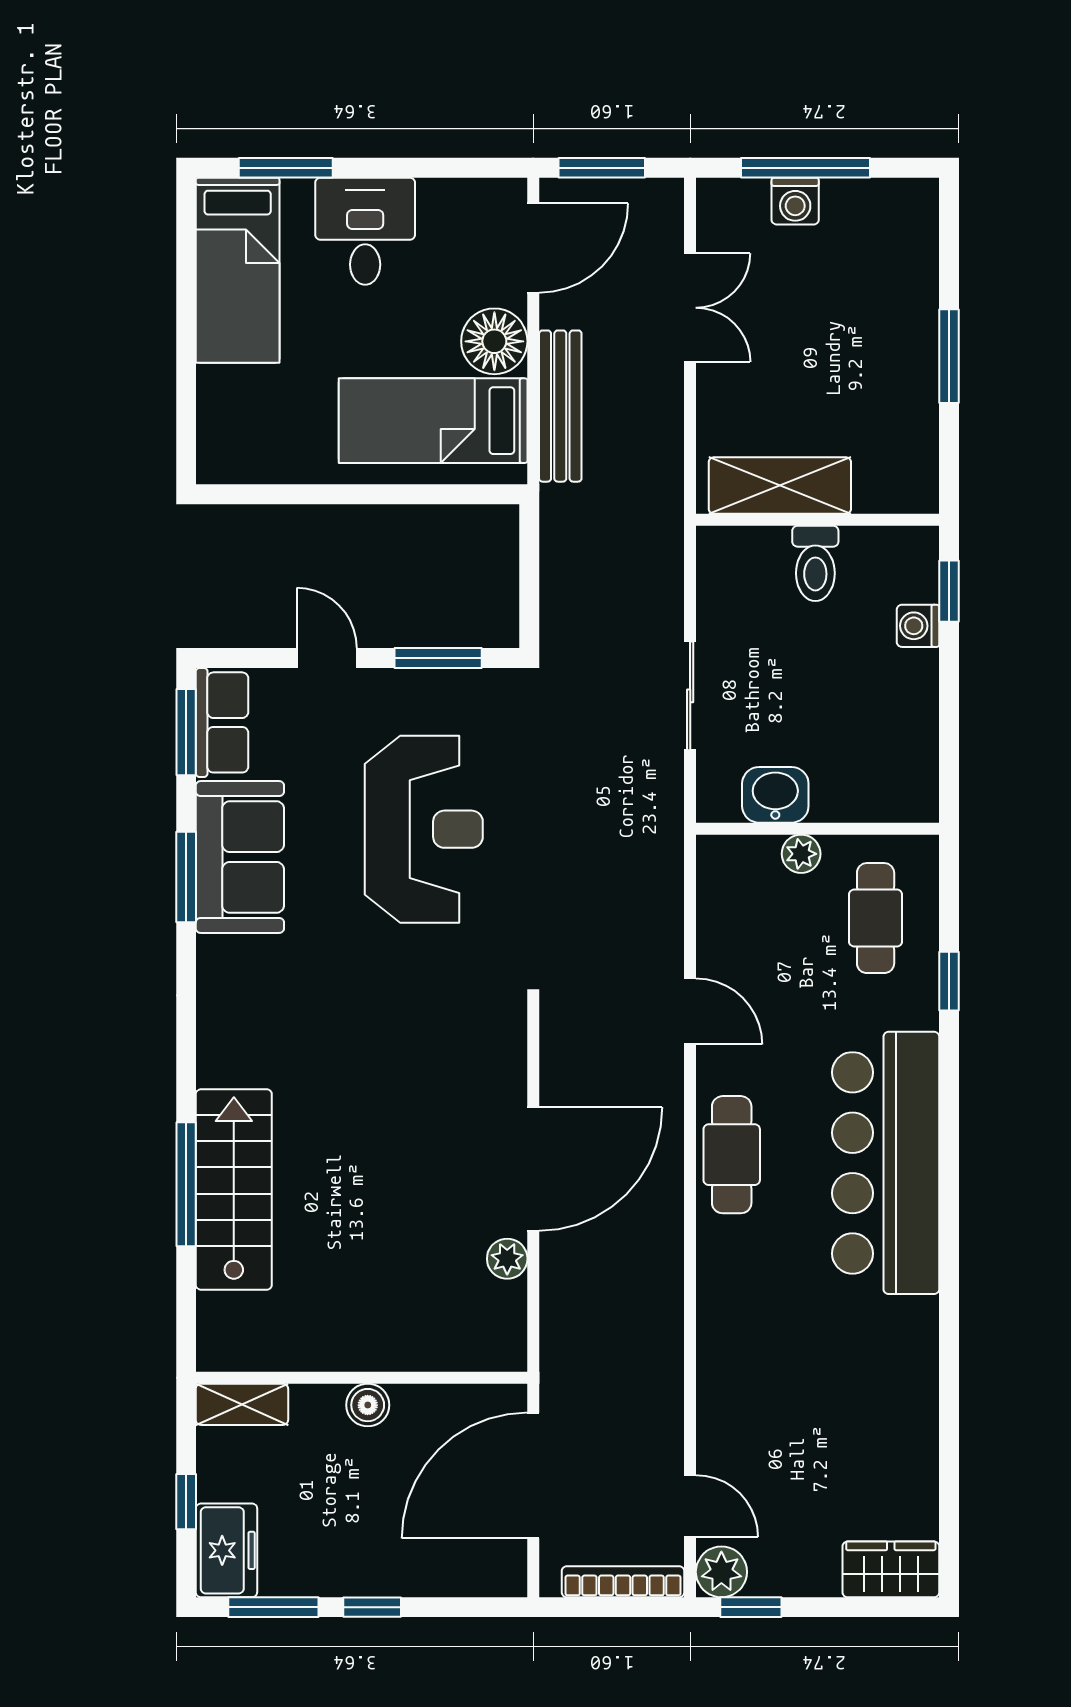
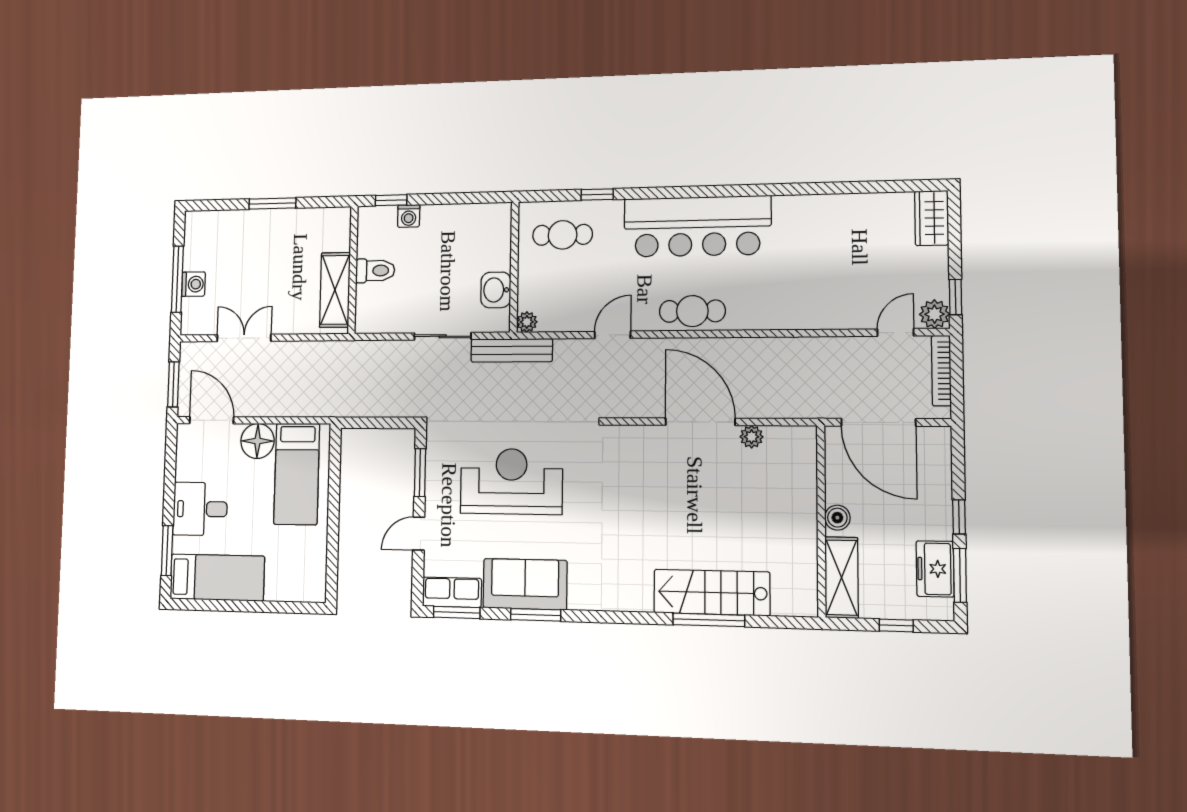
bench: (560, 406) -> (512, 350), moved
plant: (801, 854) -> (527, 322), moved
shelving: (242, 1404) -> (842, 578), width x1.50, depth x1.33
freezer: (226, 1550) -> (935, 569), moved, turned -90

